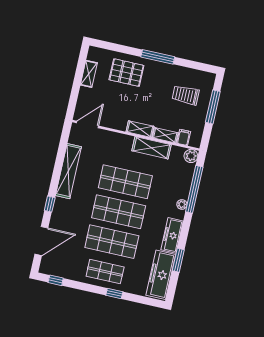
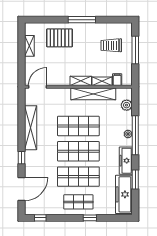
shelving: (152, 148) -> (93, 94), width x1.47
plant: (191, 156) -> (127, 105), moved
window: (194, 189) -> (135, 135), moved

